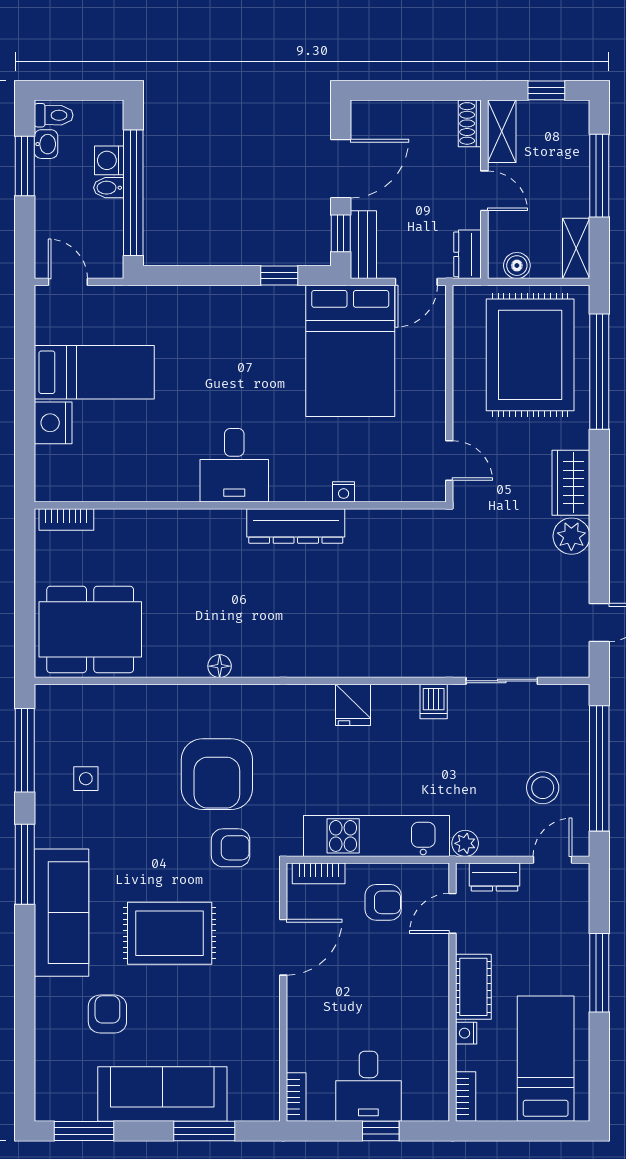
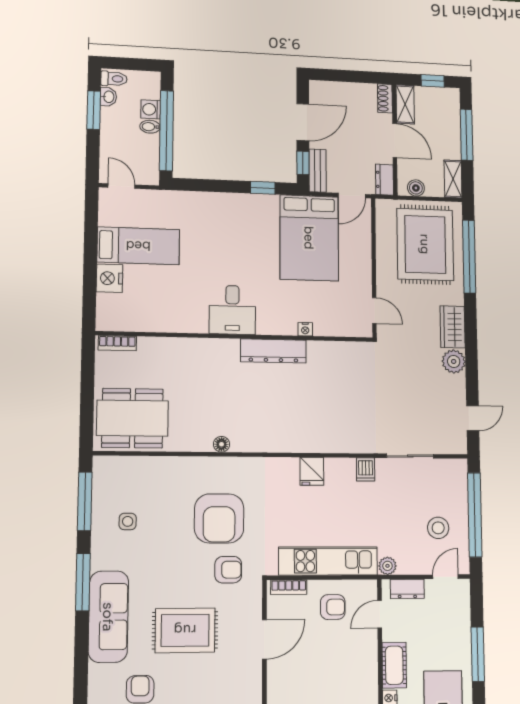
door: (484, 191) -> (395, 140), width x1.38

